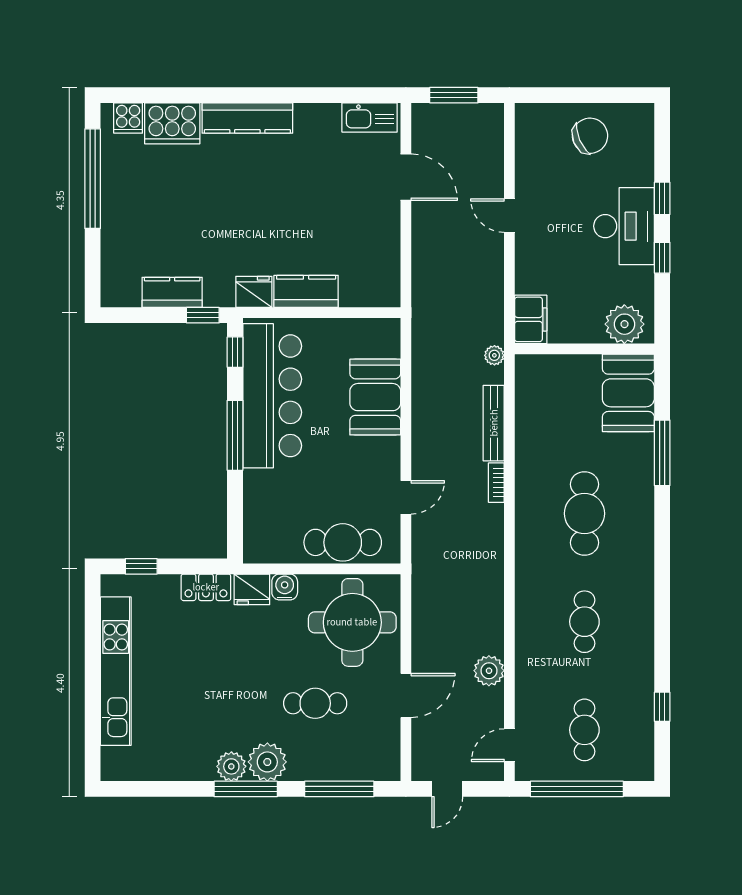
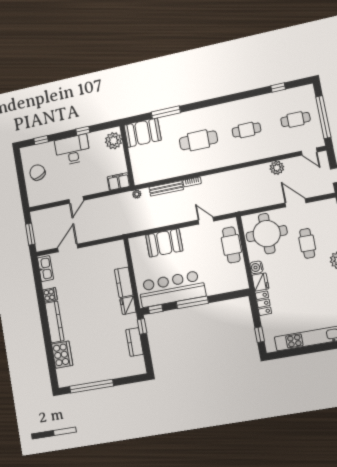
cooker: (128, 118) -> (50, 295), moved
window: (662, 198) -> (41, 140), moved

